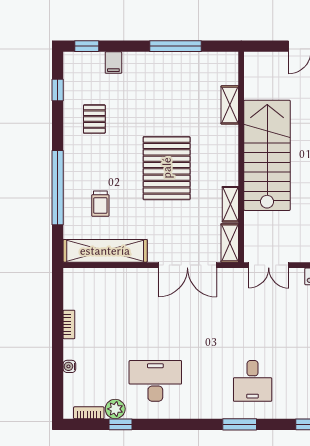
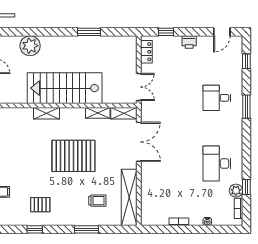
window: (58, 90) -> (35, 229), moved
shelving: (230, 105) -> (46, 113), moved
window: (58, 188) -> (87, 229), width x0.47
desk: (253, 381) -> (217, 98), turned 180

